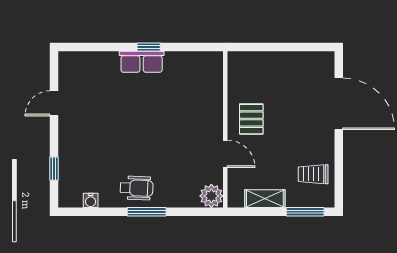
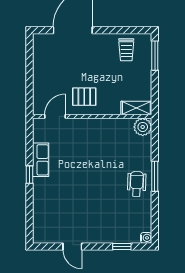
row of seats: (142, 62) -> (41, 160), moved
door: (225, 154) -> (55, 116), moved
shelving: (265, 199) -> (136, 108), moved, turned 90
water cooler: (91, 200) -> (146, 238), moved

